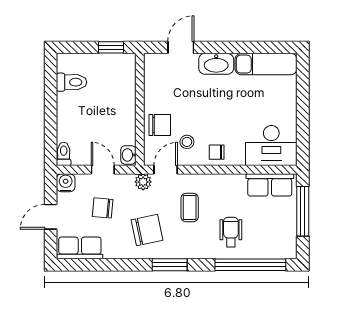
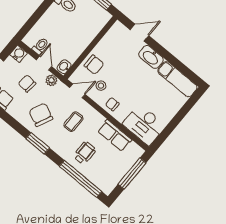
toilet: (64, 154) -> (40, 46), moved
plant: (143, 182) -> (51, 80), moved
row of seats: (270, 185) -> (115, 135), moved
chair: (147, 230) -> (41, 115), turned -143

